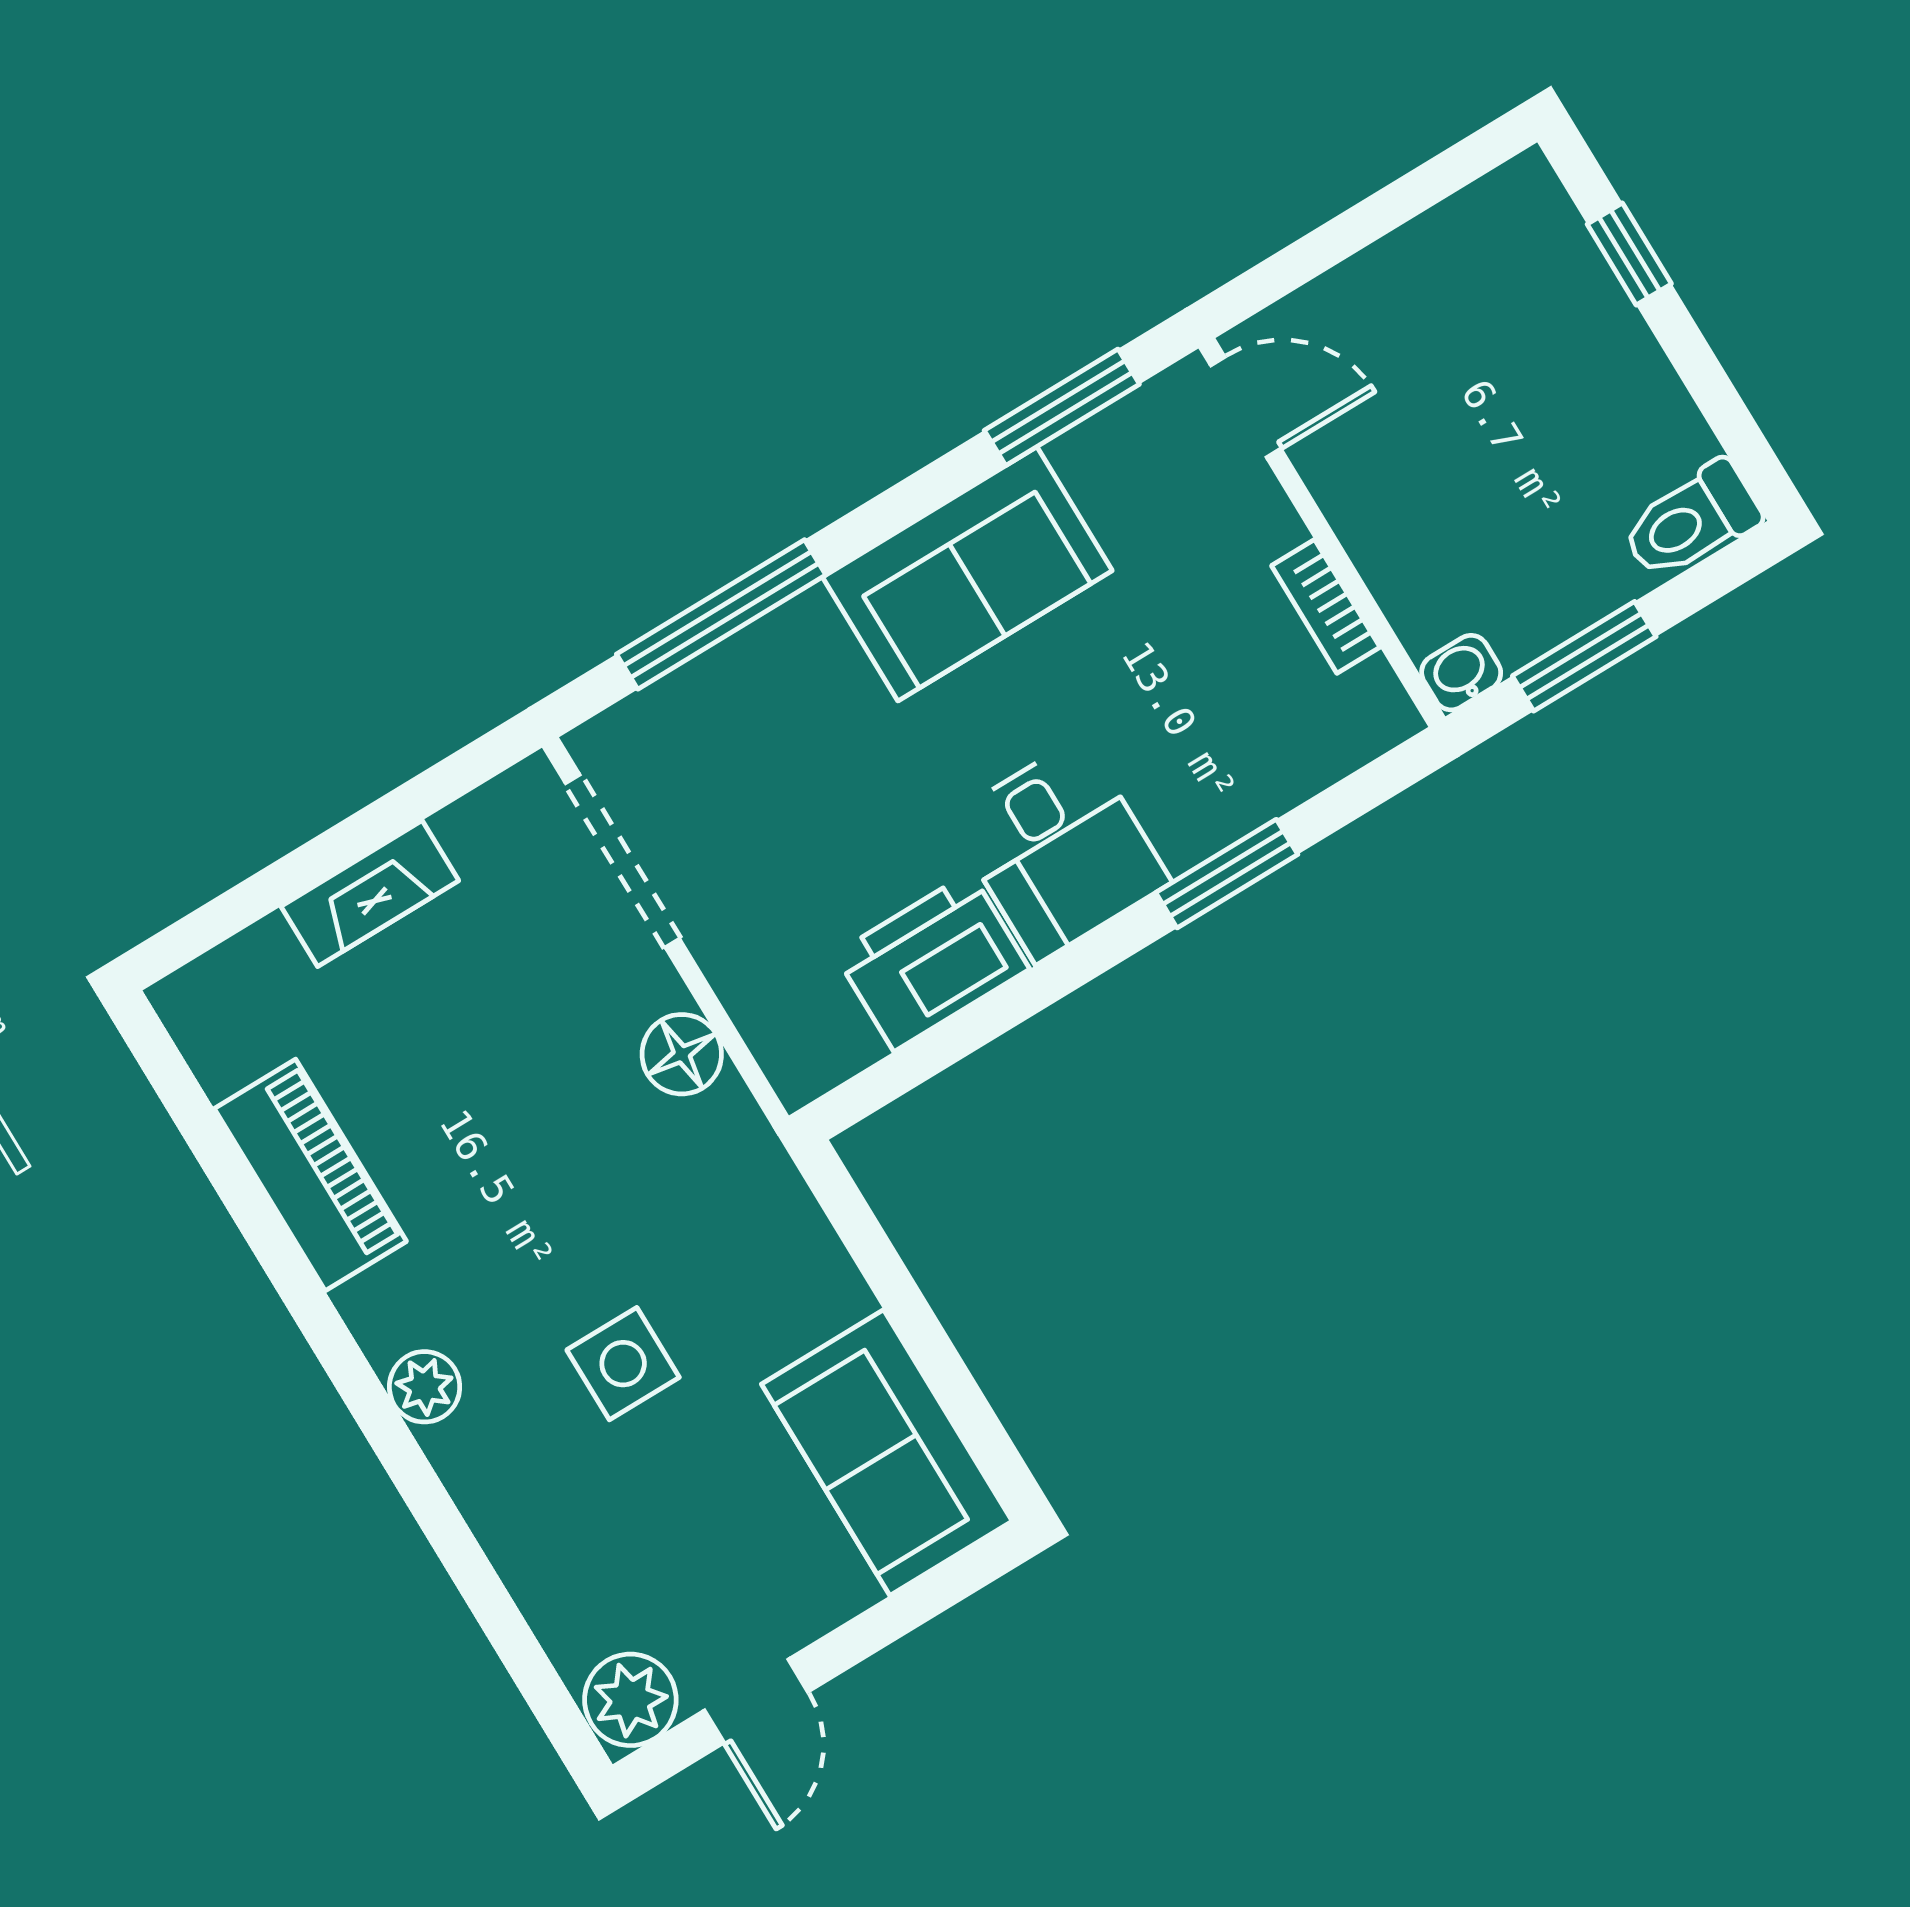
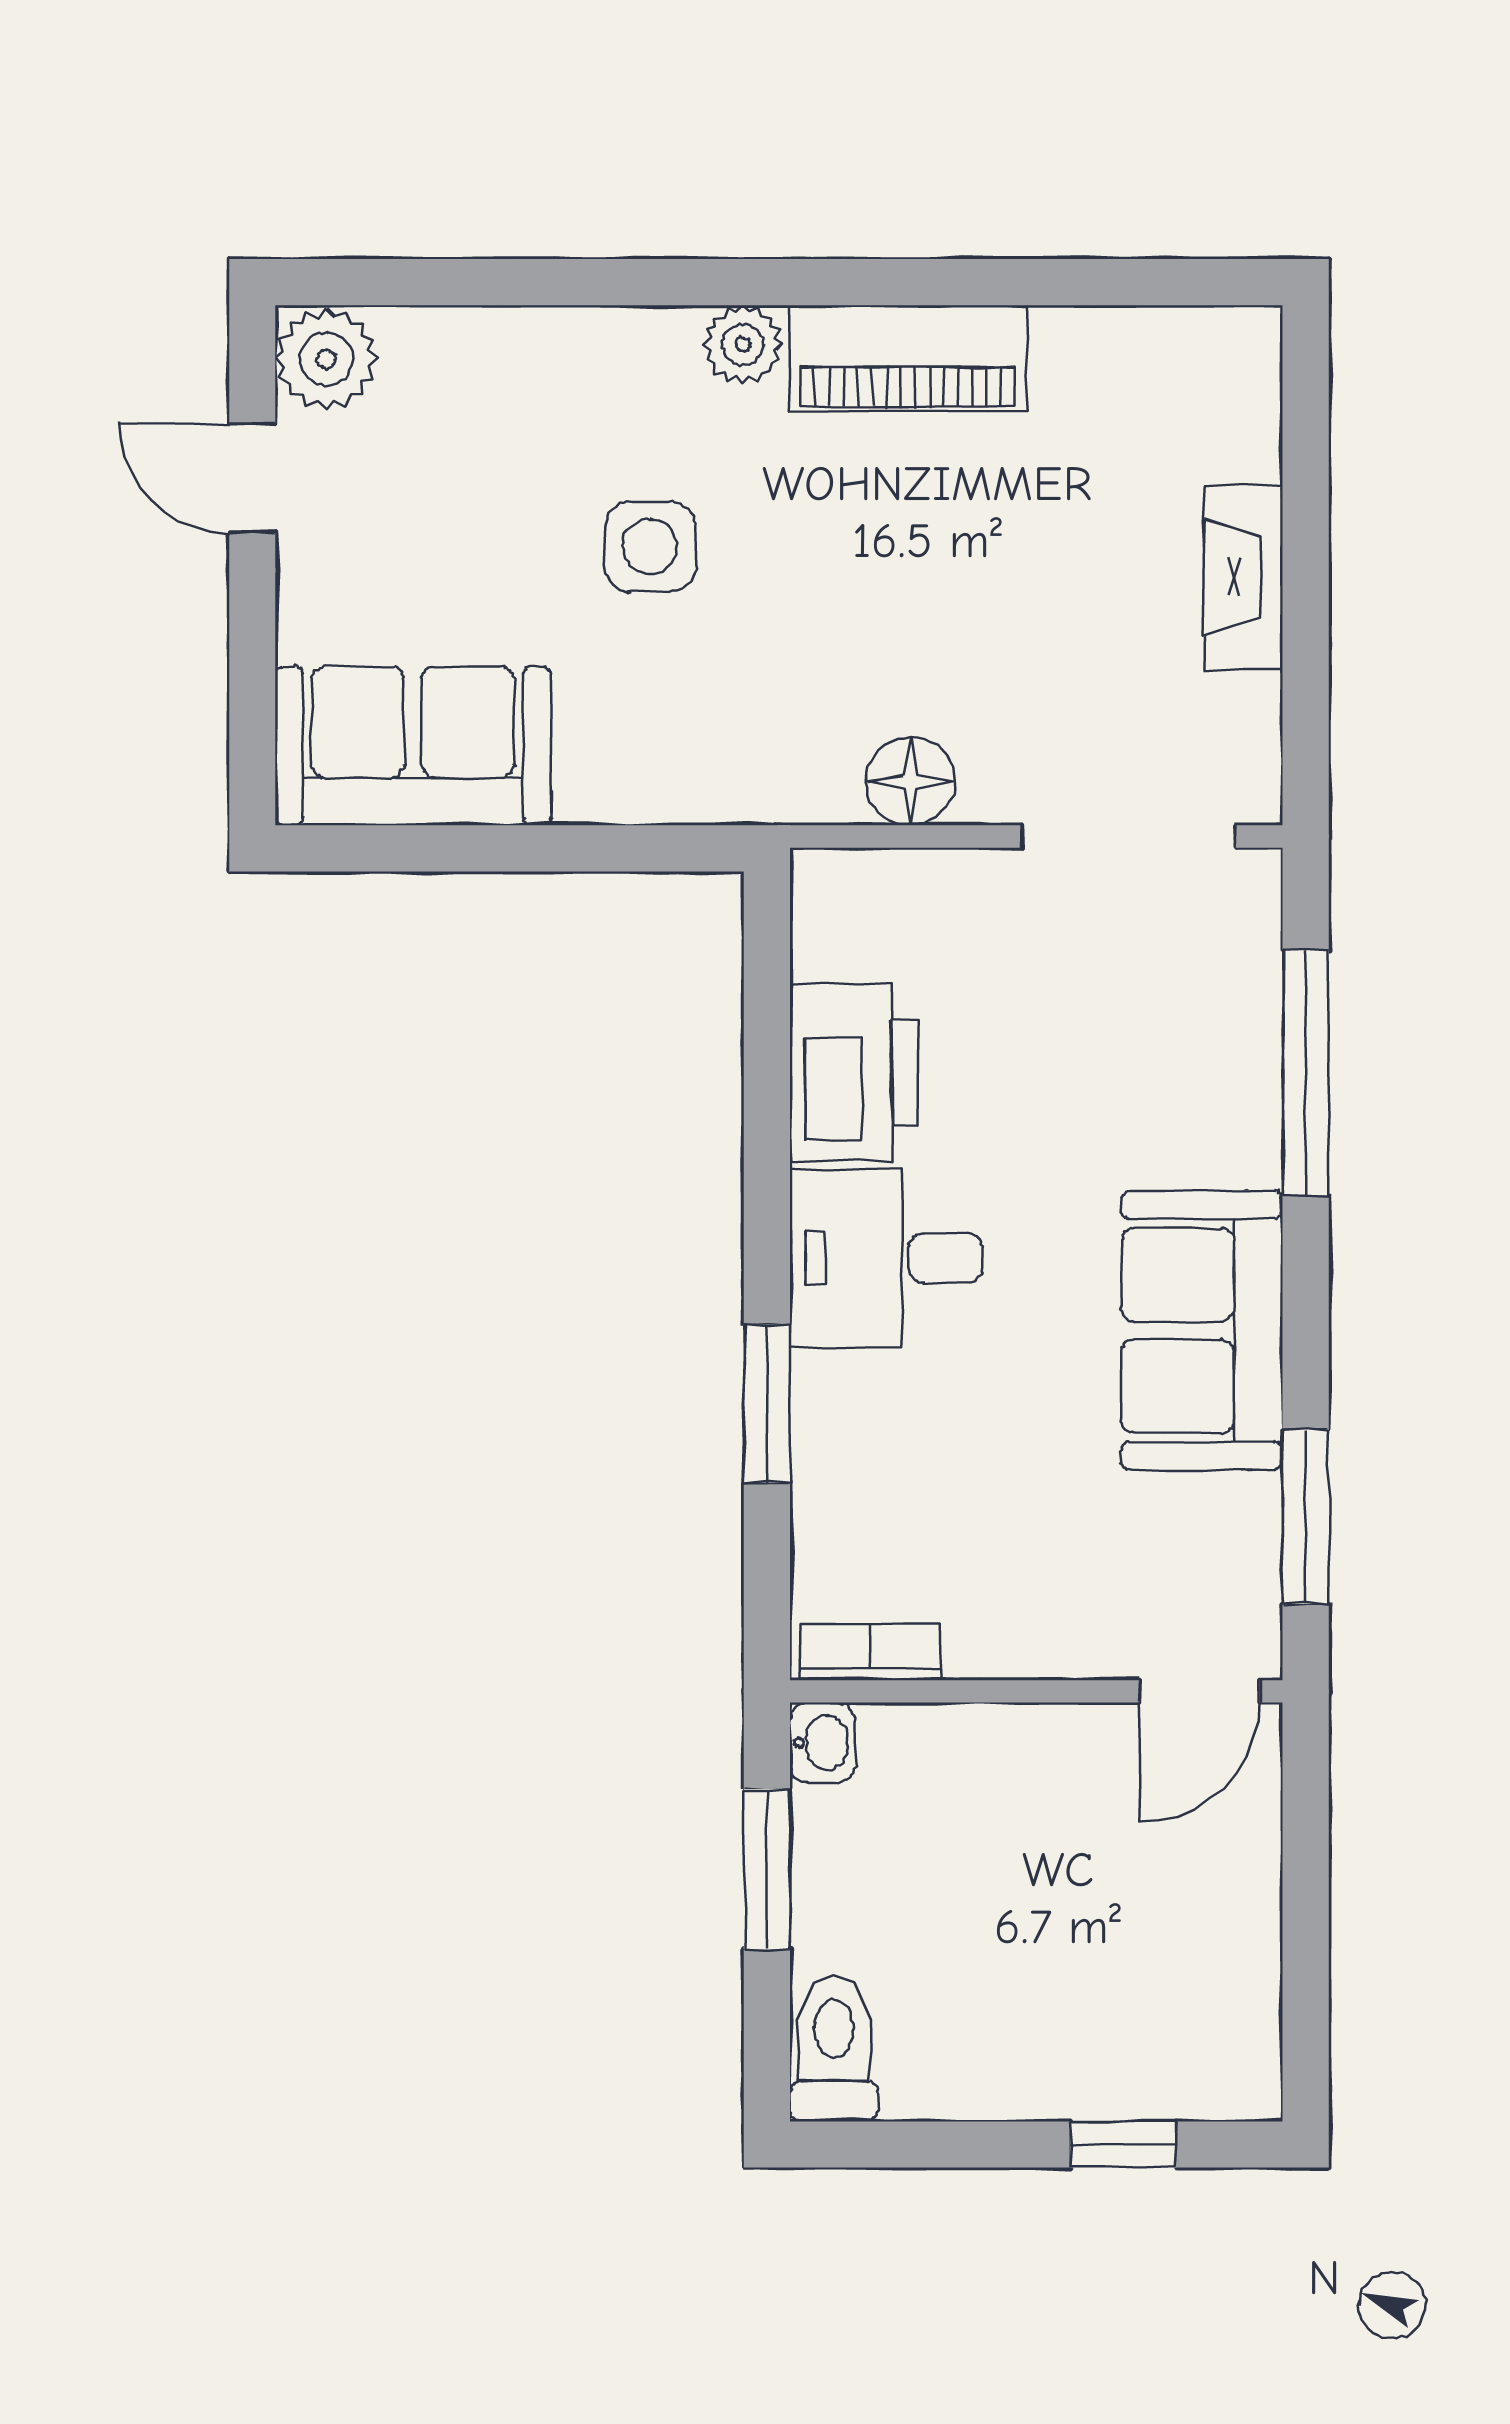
bookcase: (1326, 606) -> (870, 1652), moved
piano: (310, 1175) -> (908, 358), moved

